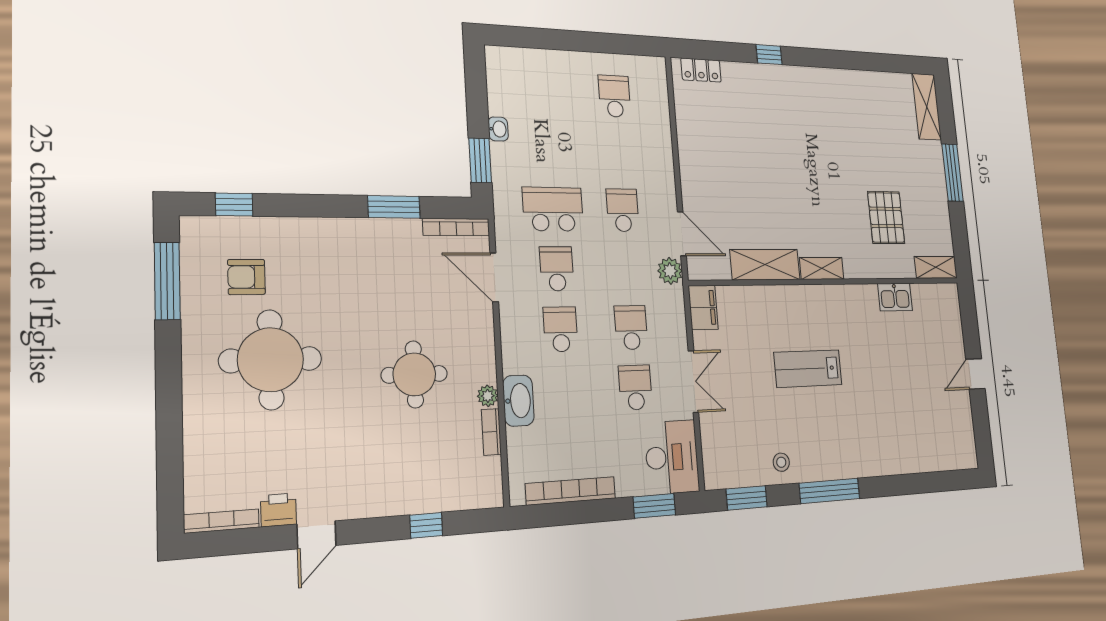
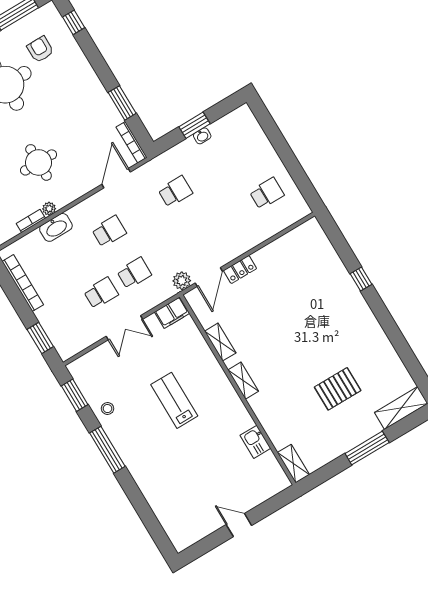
locker: (701, 70) -> (240, 270), moved, turned -90
window: (480, 160) -> (194, 125), moved
school desk: (553, 209) -> (175, 191), width x0.54
school desk: (623, 210) -> (200, 233), removed
pallet: (886, 217) -> (338, 389), moved
shelving: (765, 265) -> (220, 342), width x0.67, depth x0.75
school desk: (557, 269) -> (142, 211), removed
desk: (672, 457) -> (73, 335), removed

